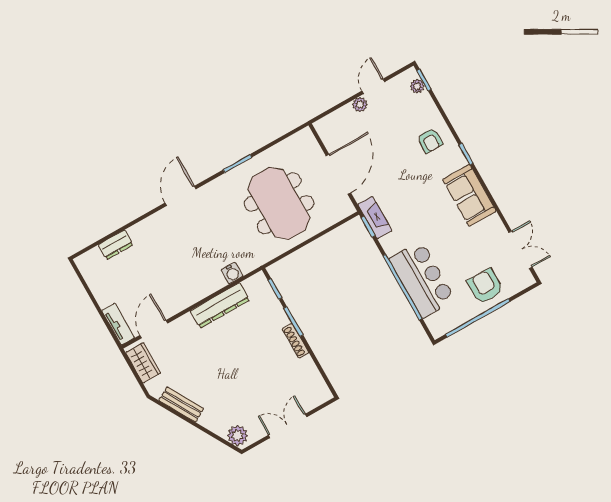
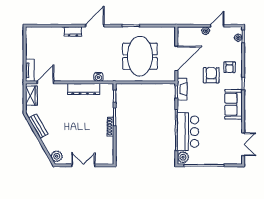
dresser: (116, 245) -> (73, 32), moved
armchair: (485, 286) -> (211, 75), moved
plant: (437, 324) -> (183, 157), added

